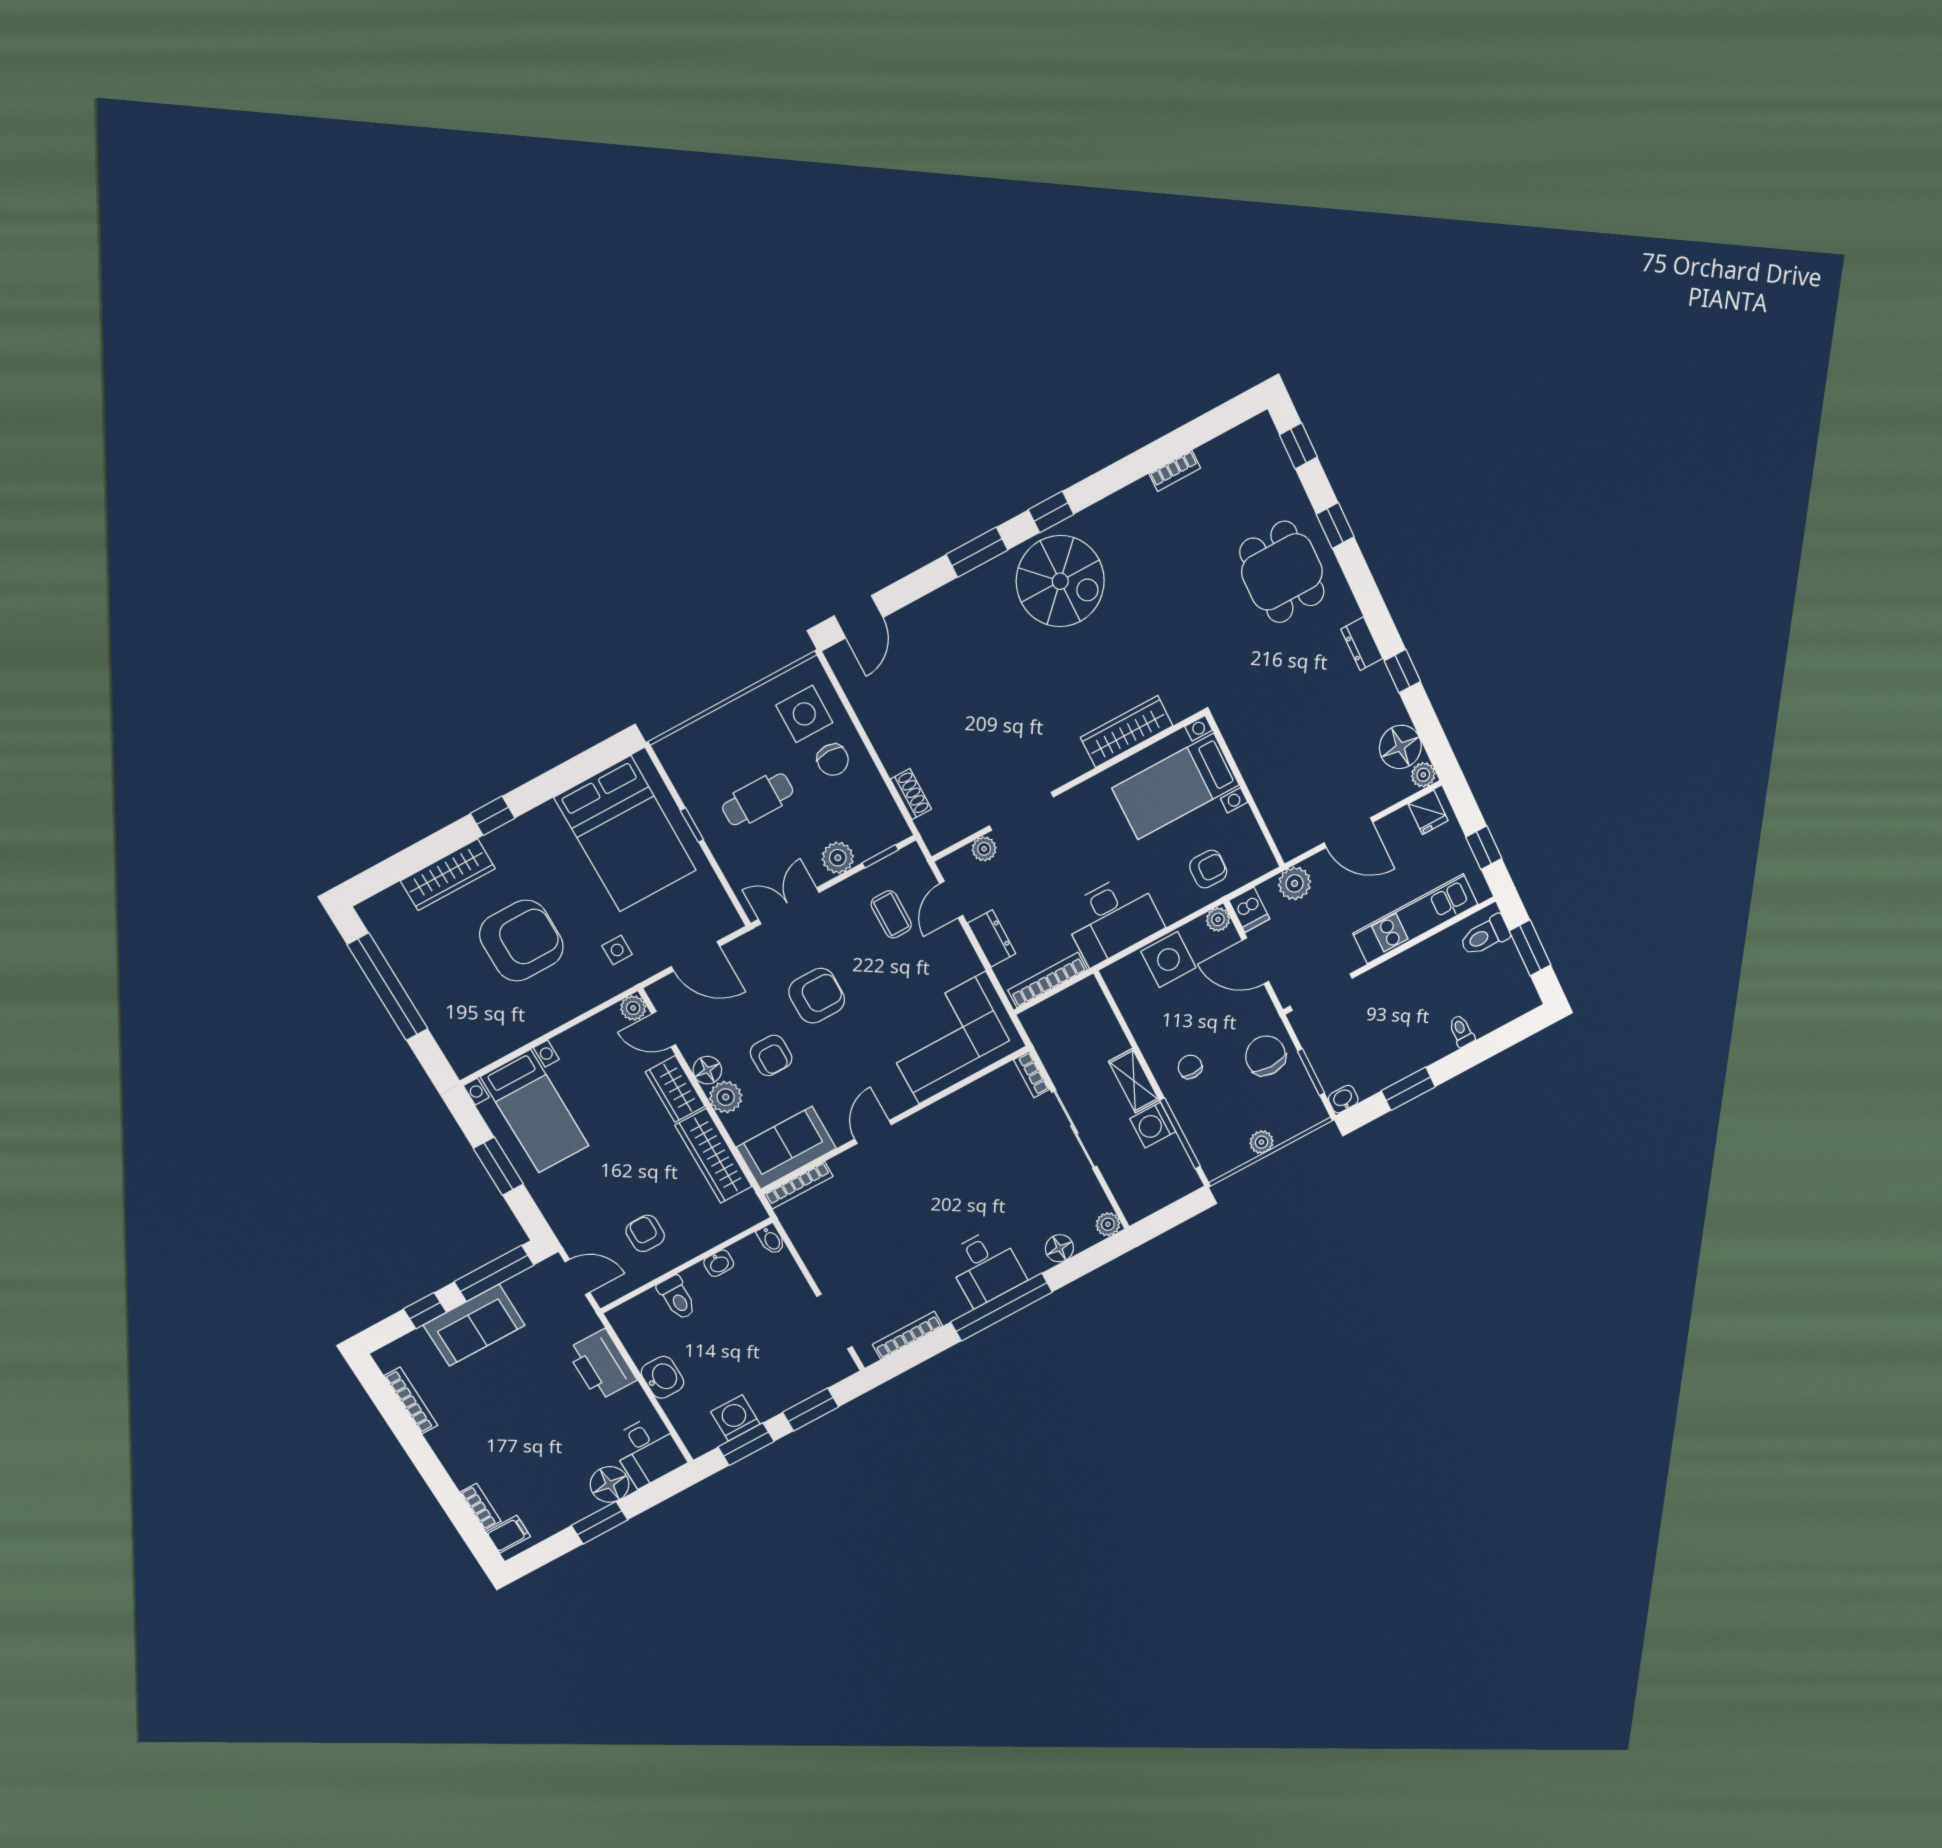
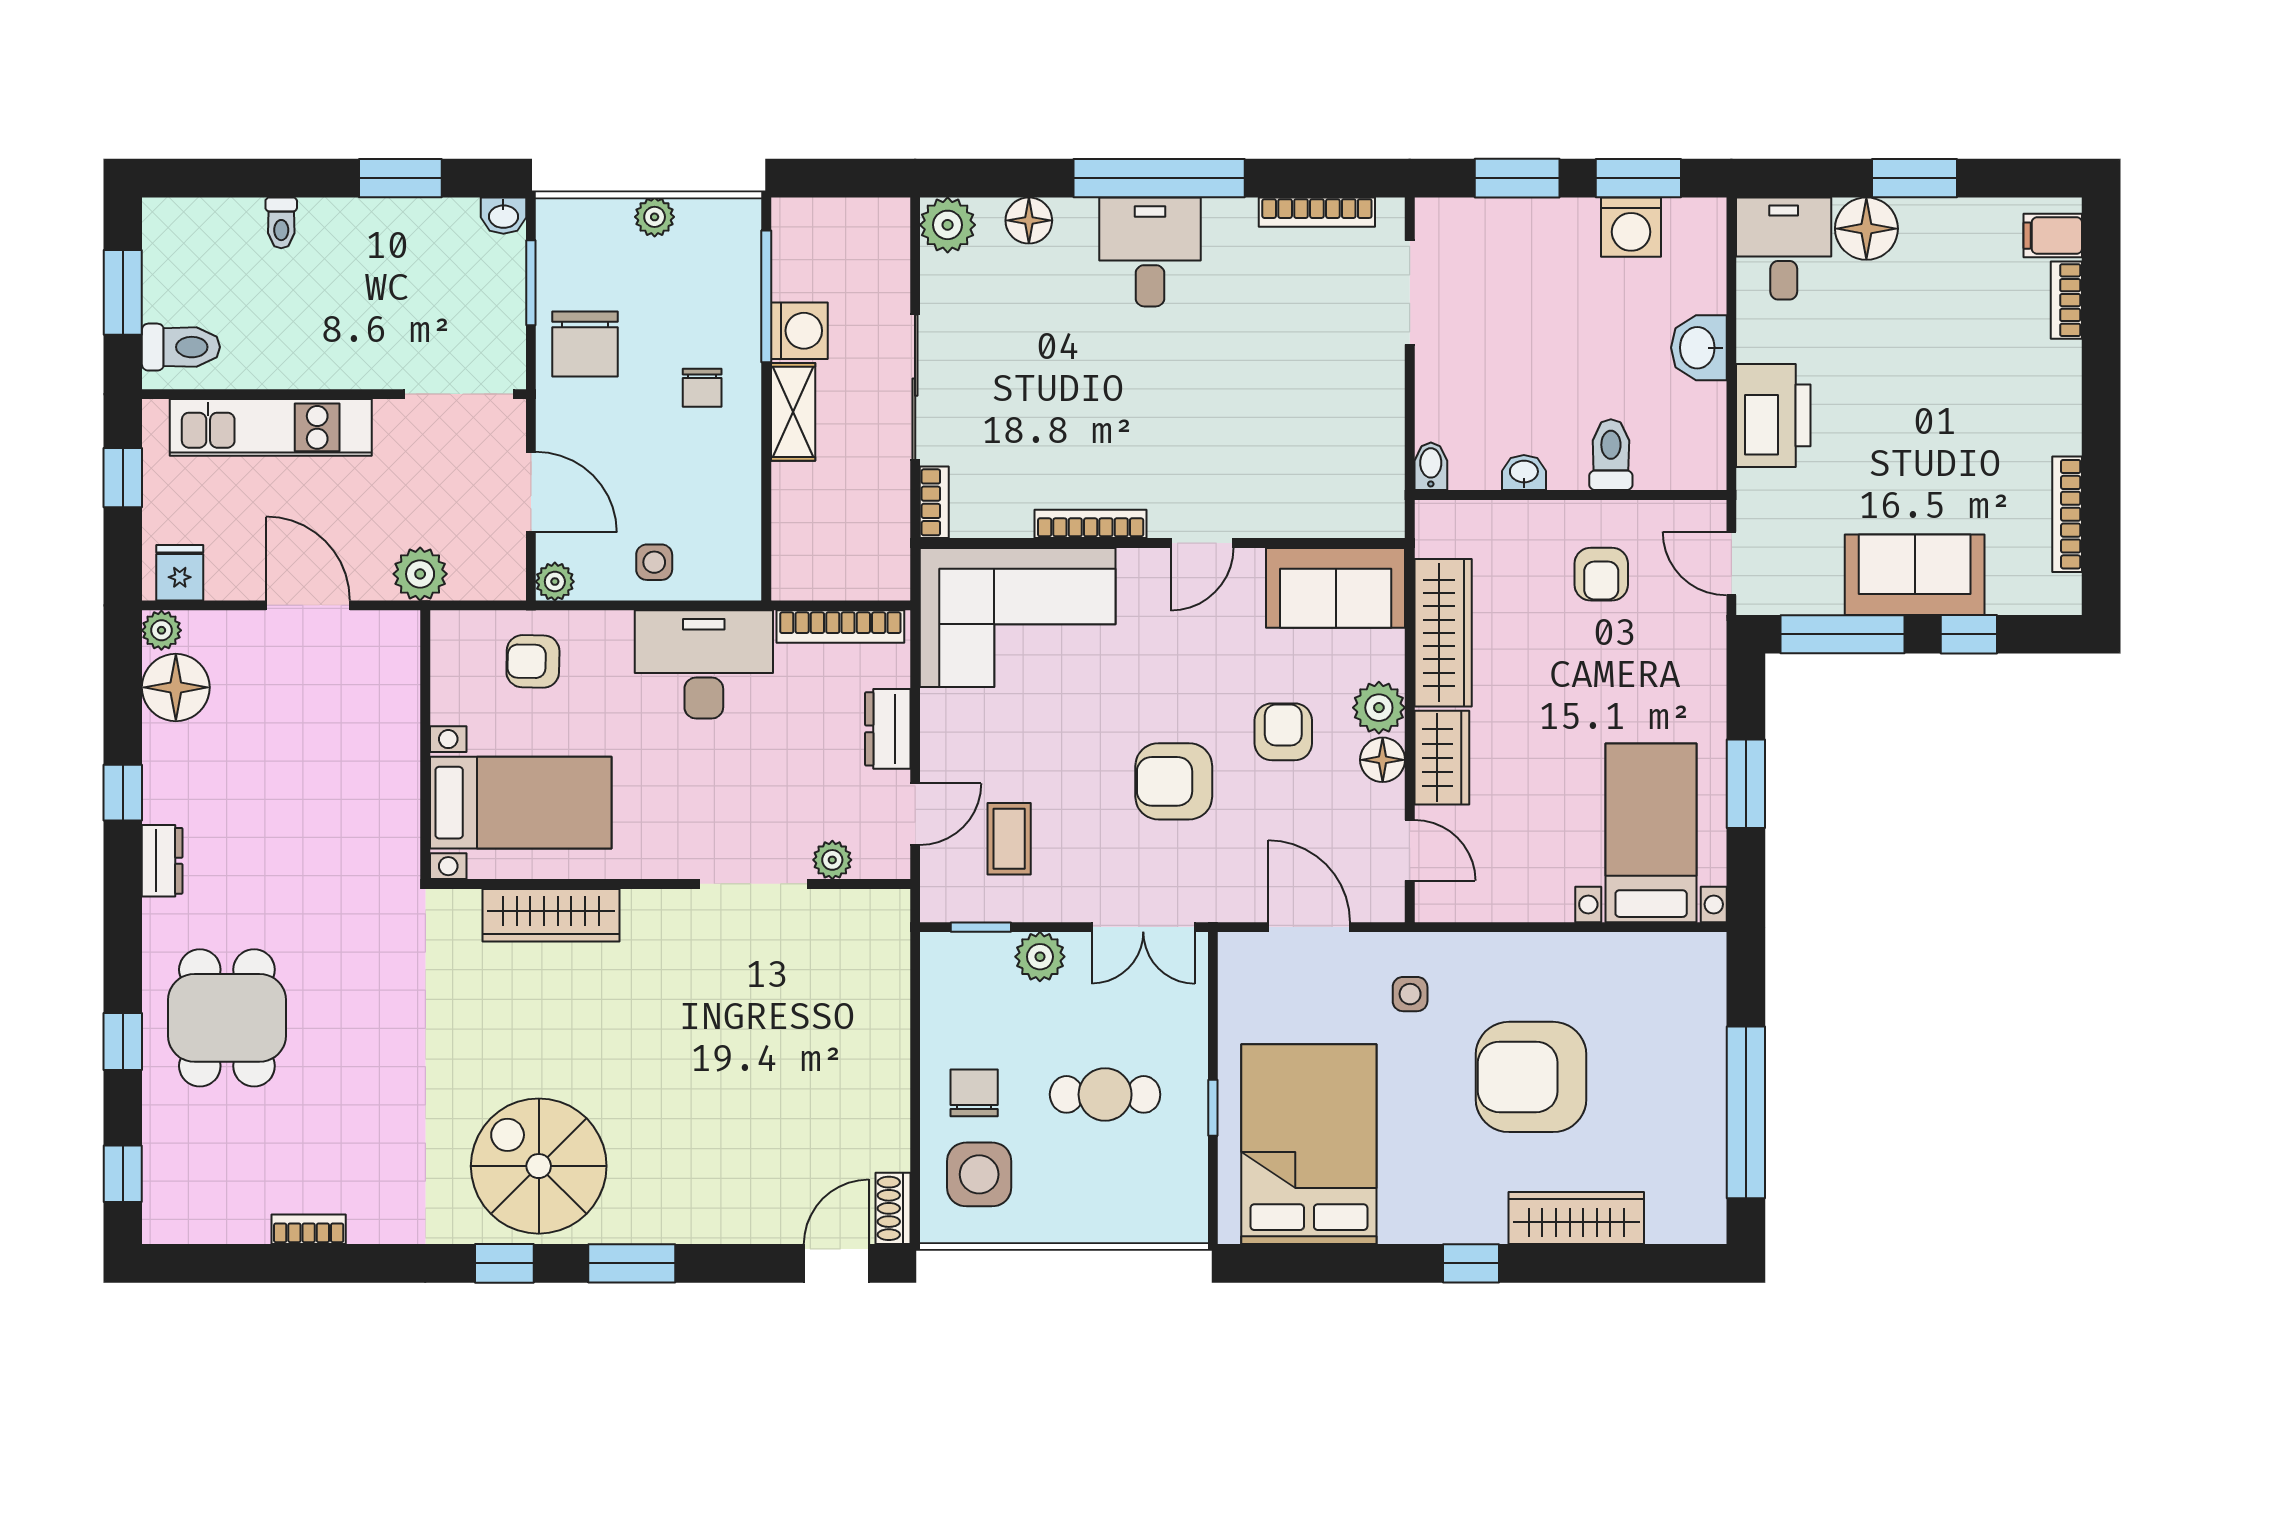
shoe rack: (911, 794) -> (893, 1208), moved
dishwasher: (1249, 910) -> (503, 571), removed
side table: (1168, 960) -> (654, 562), width x0.54, depth x0.54
plant: (633, 1008) -> (1434, 903), removed
bookcase: (798, 1185) -> (1091, 524), moved
plant: (1108, 1224) -> (948, 225), width x1.38, depth x1.38

